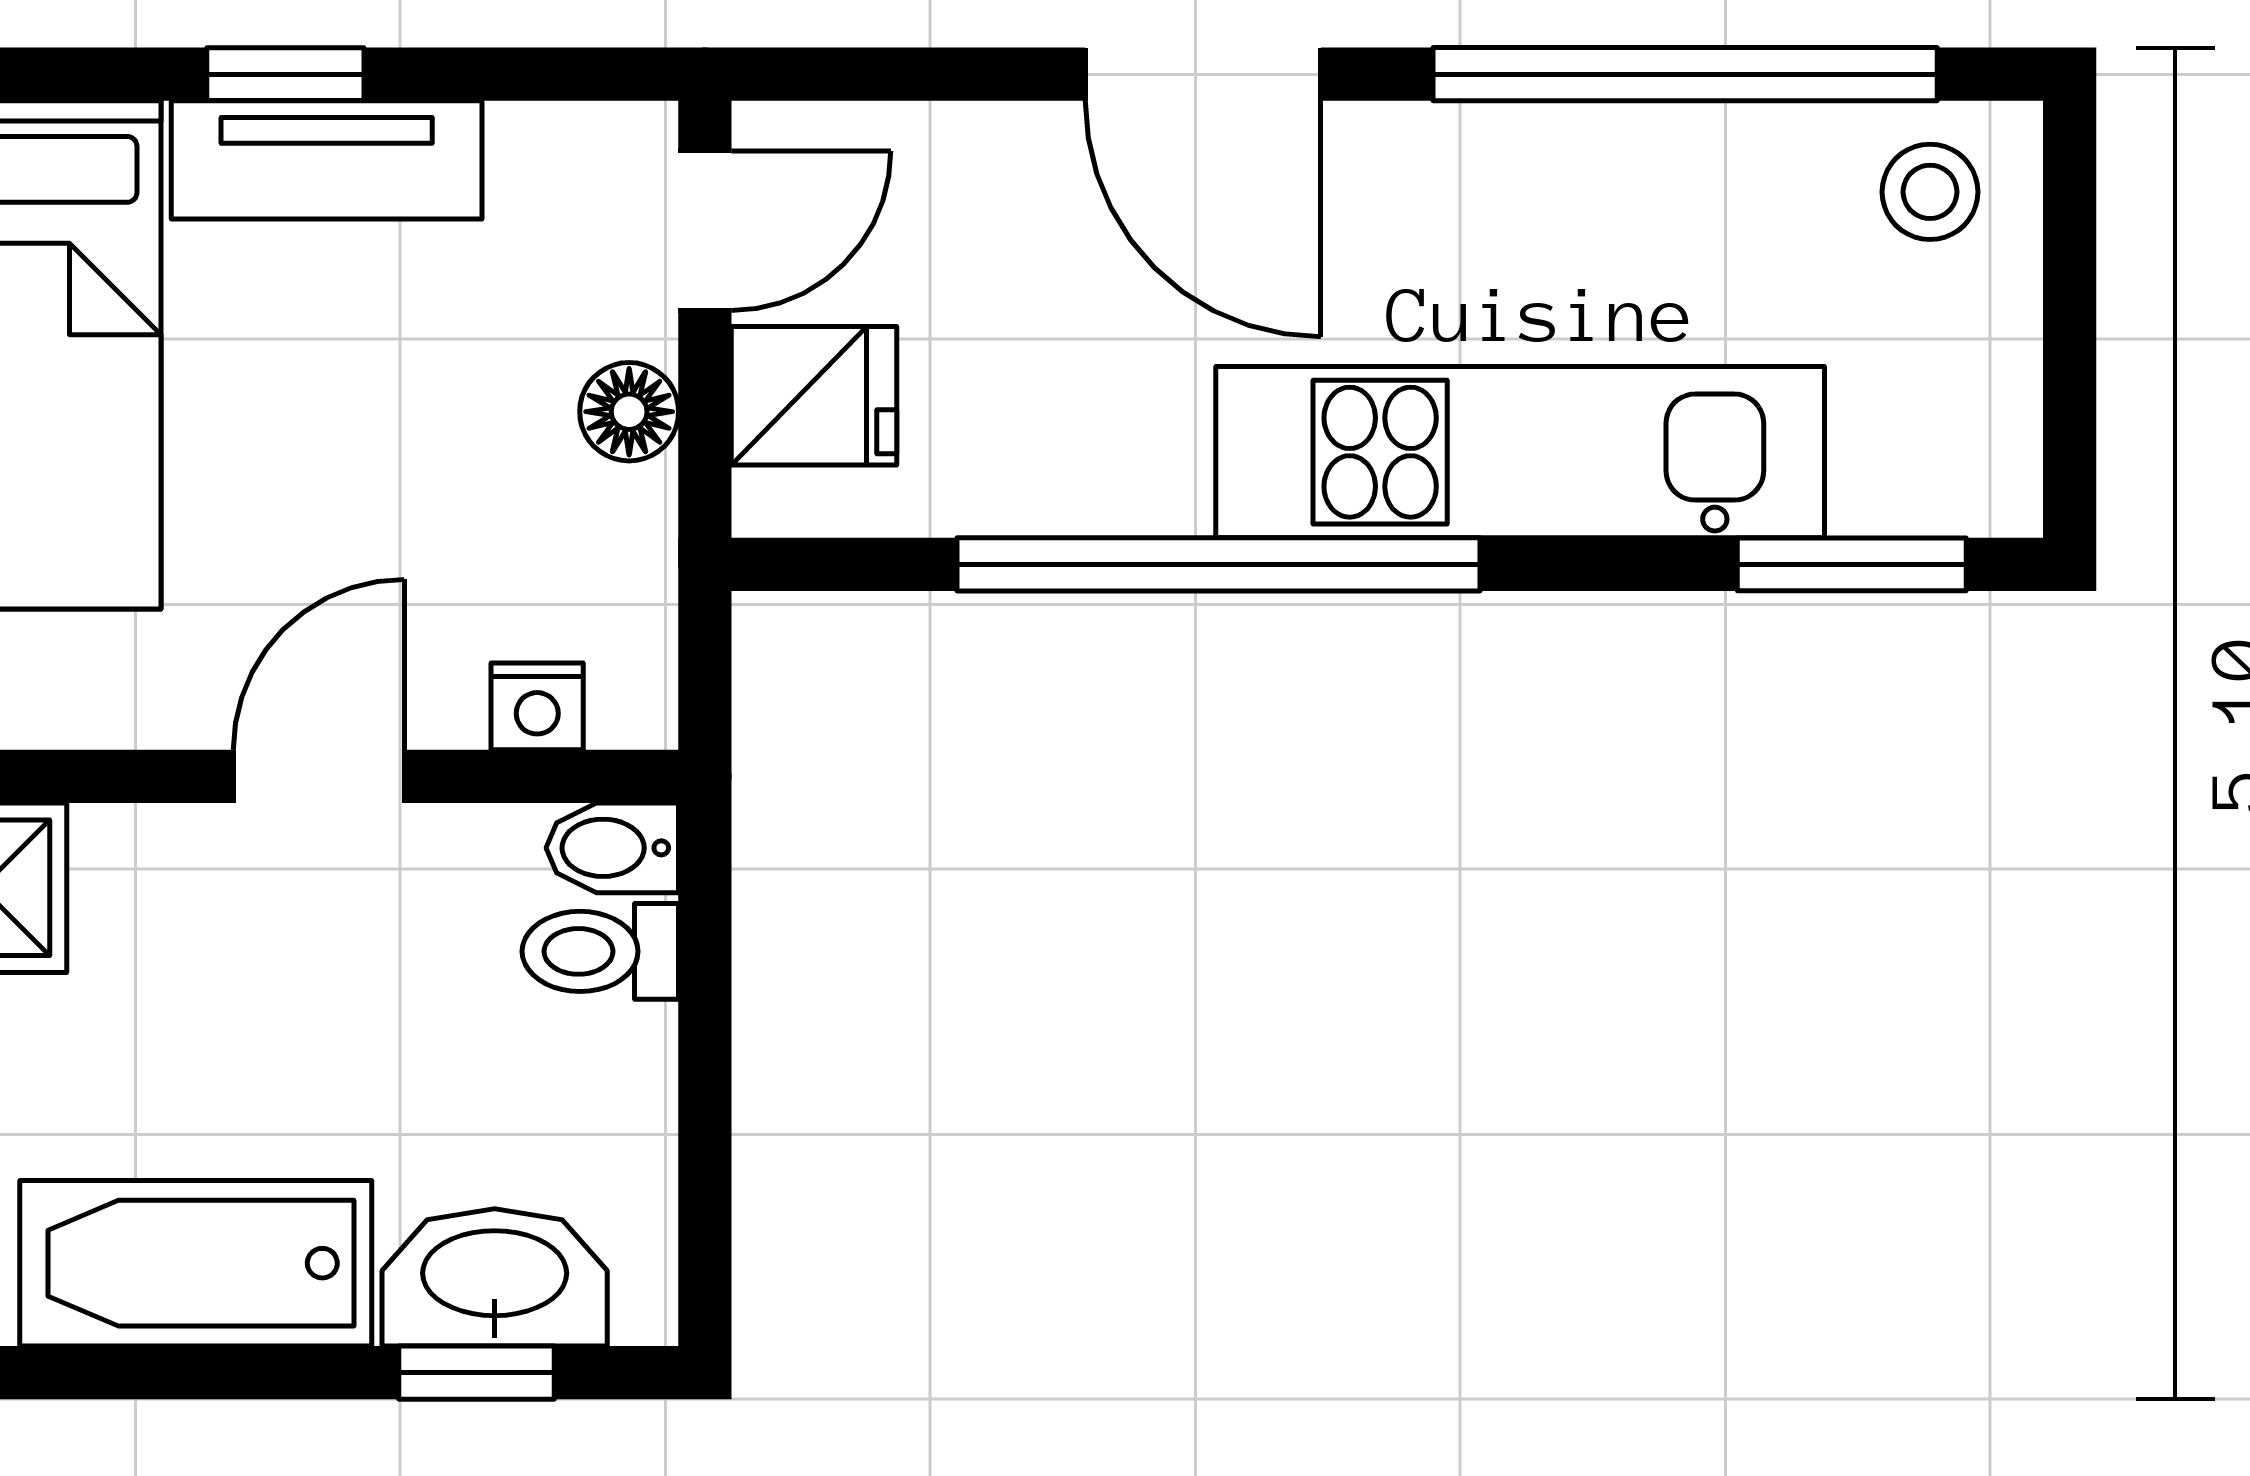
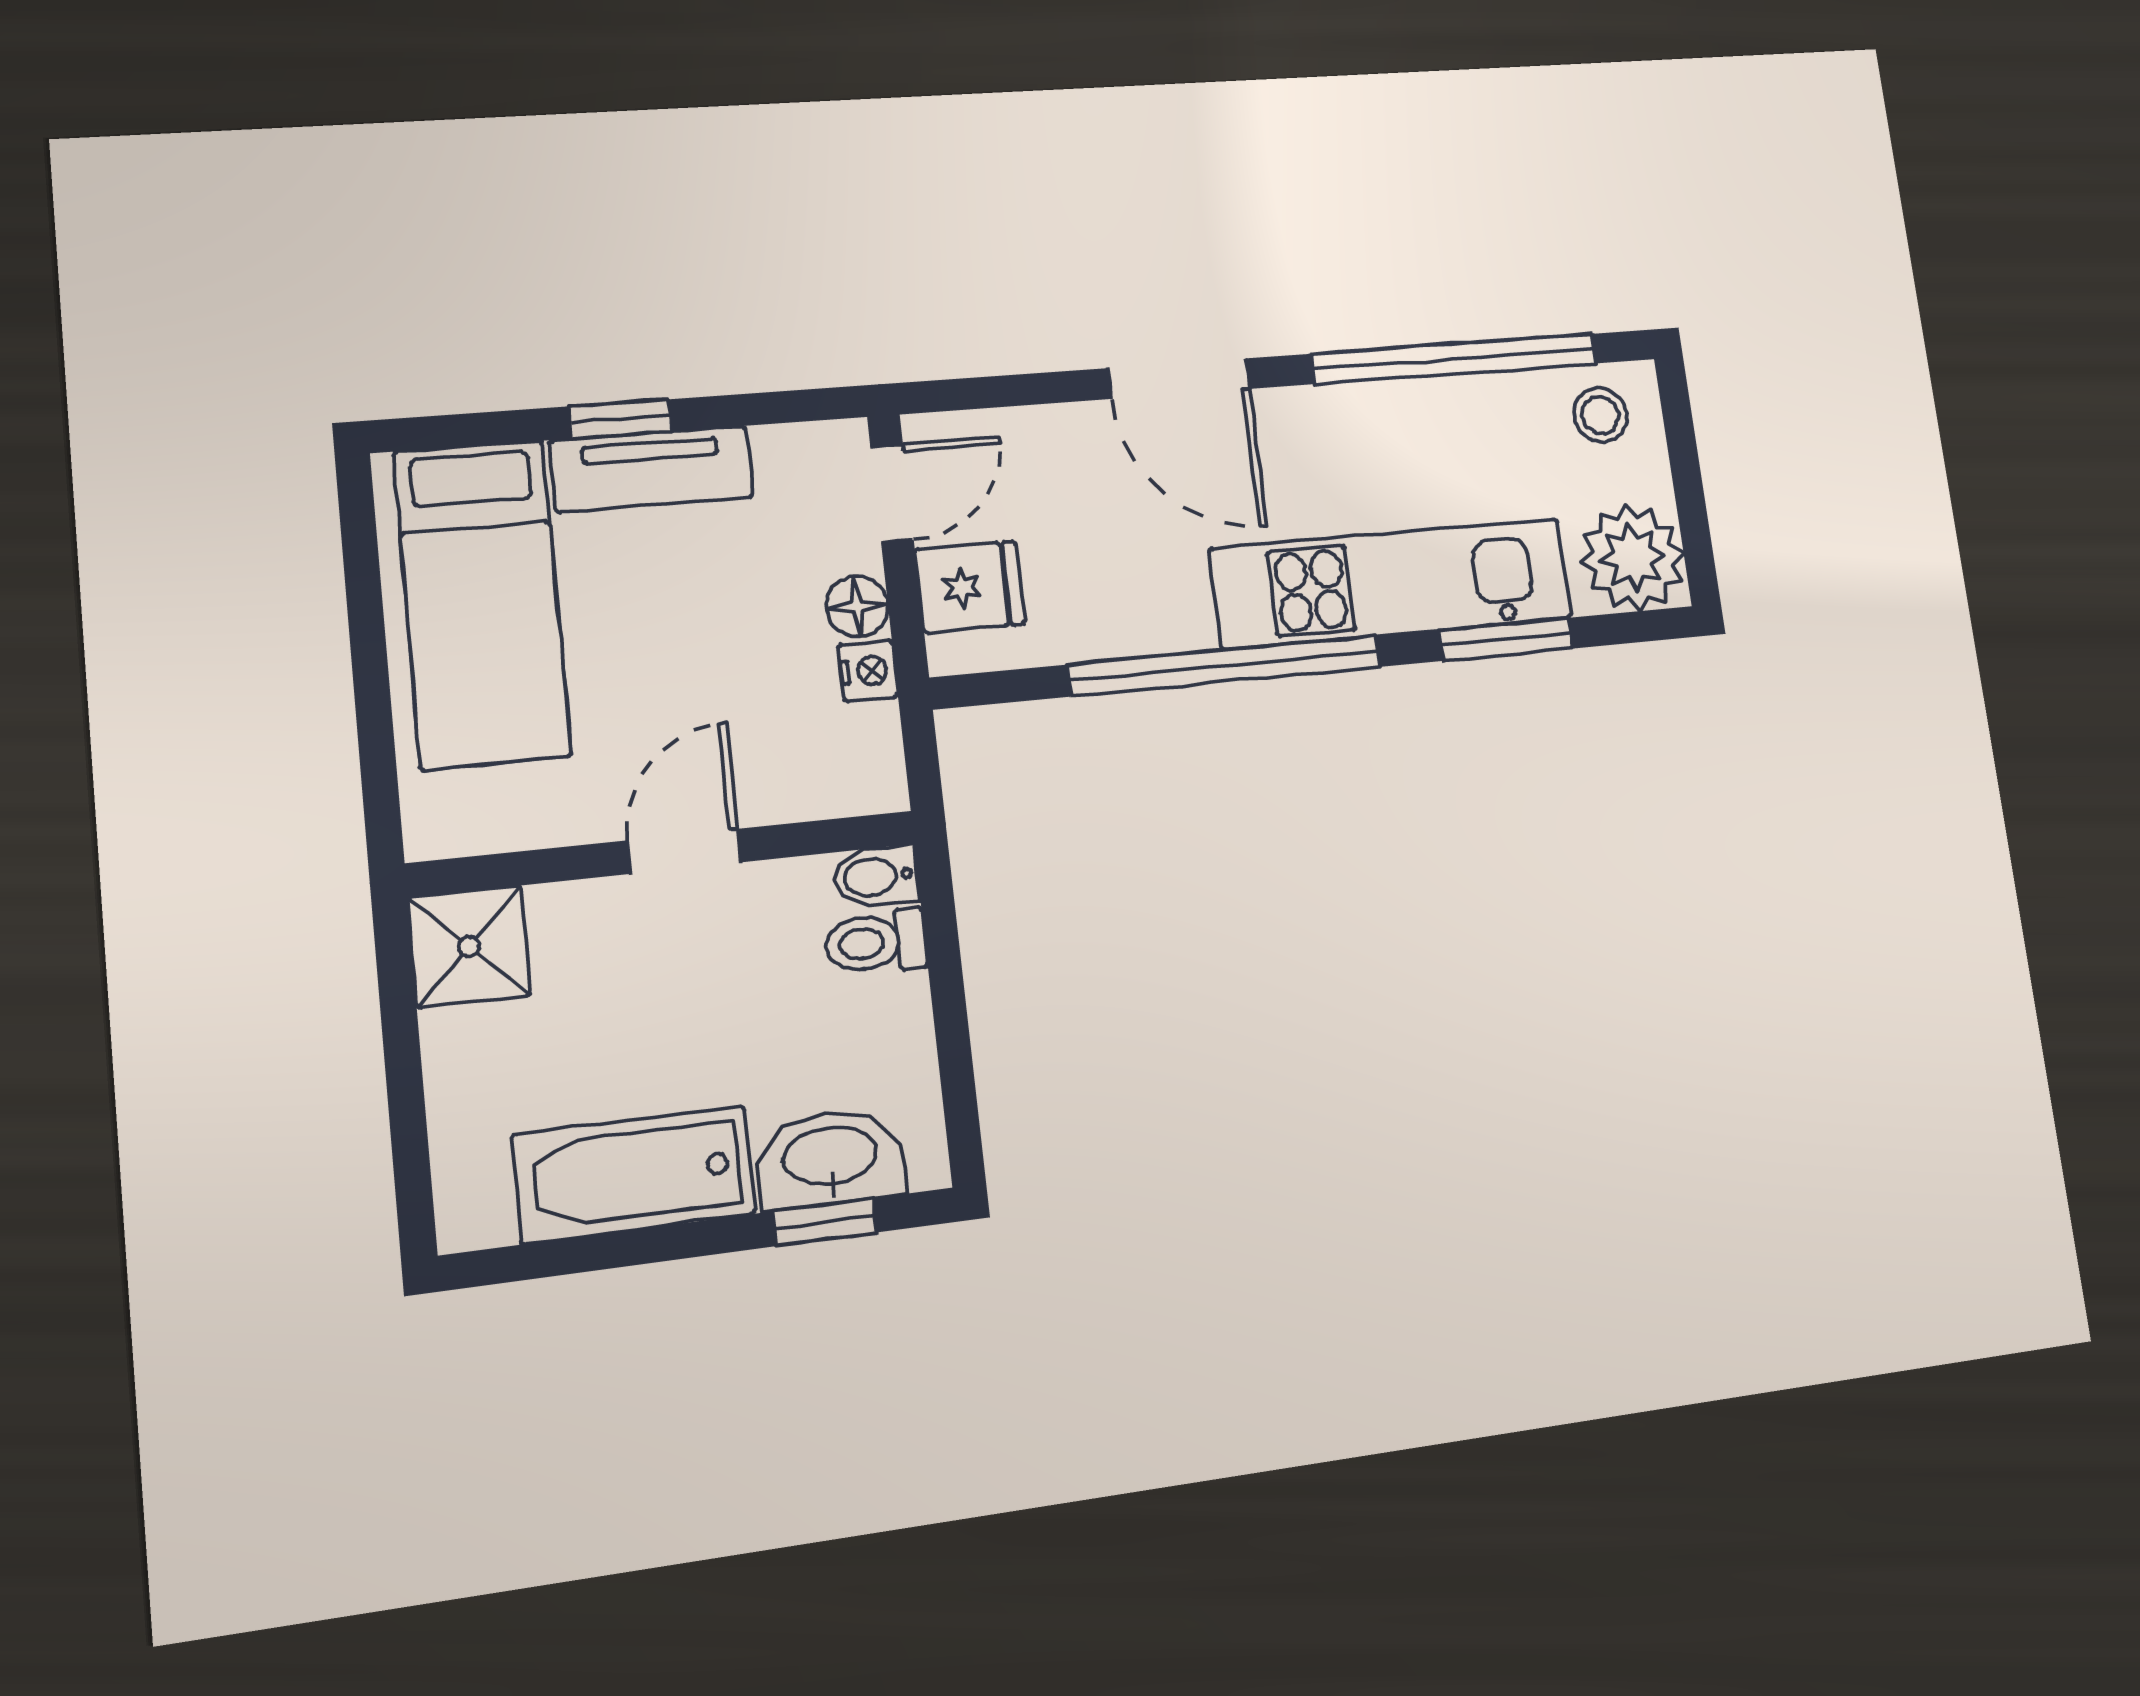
plant: (1950, 445) -> (1633, 558), added
window: (1852, 564) -> (1506, 639), moved
nightstand: (537, 706) -> (868, 671), moved, turned -90

